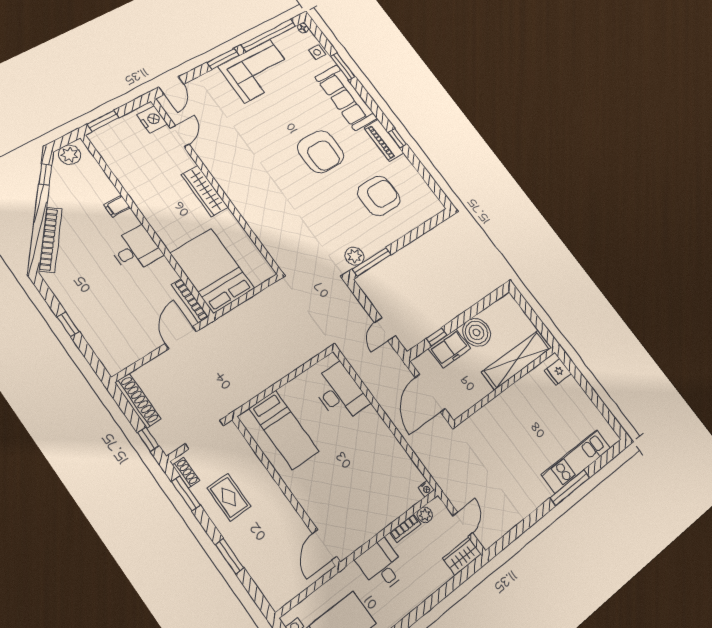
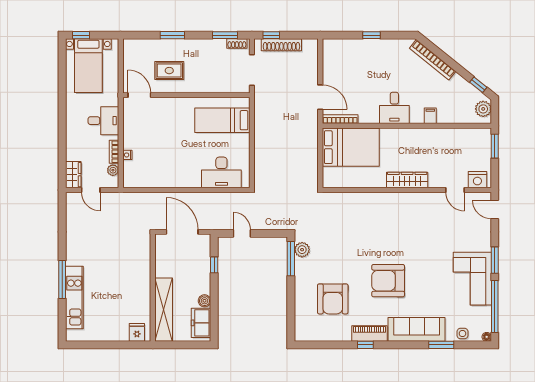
boiler: (477, 332) -> (205, 301), width x0.54, depth x0.54
freezer: (450, 348) -> (201, 323), moved
shoe rack: (138, 401) -> (281, 45), moved
nightstand: (426, 489) -> (127, 155), moved
rug: (229, 497) -> (169, 71), moved

